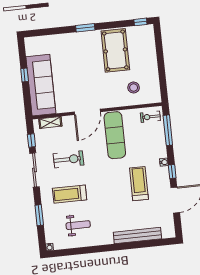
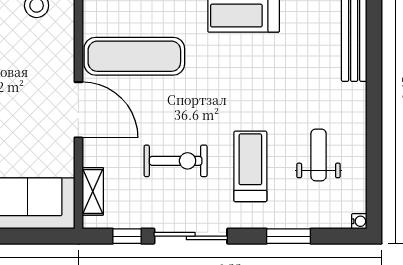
exercise bike: (68, 159) -> (176, 161), turned 90
treadmill: (70, 194) -> (250, 166), turned 180

